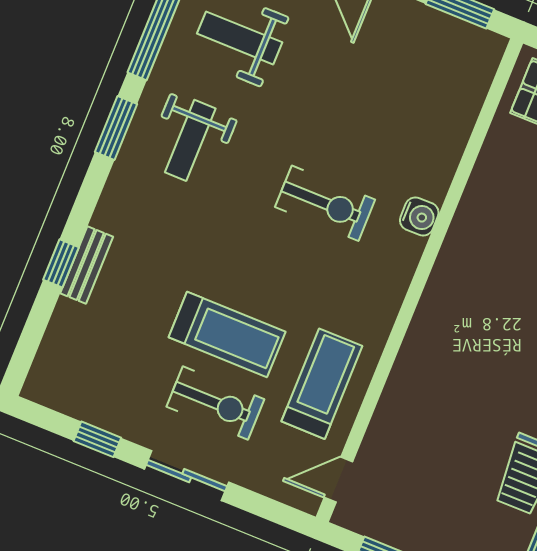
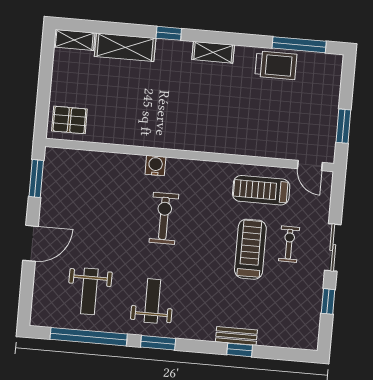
weight bench: (190, 140) -> (152, 301), turned -90
exercise bike: (215, 403) -> (289, 244), width x0.73, depth x0.72

